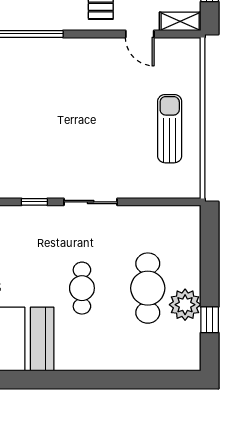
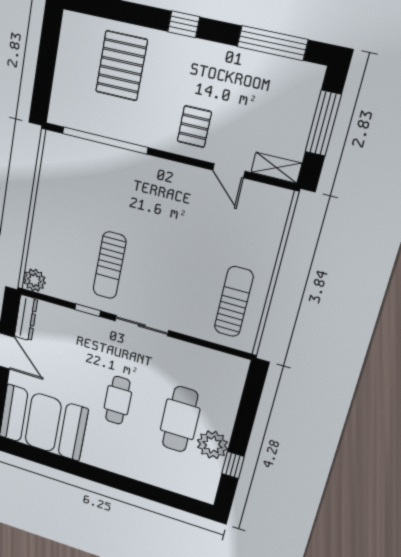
sun lounger: (170, 129) -> (234, 302), moved
sun lounger: (48, 151) -> (110, 265), added

